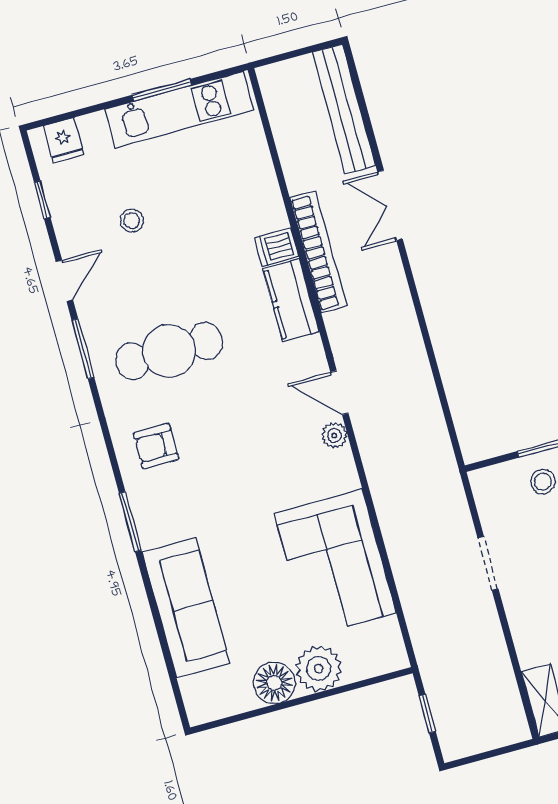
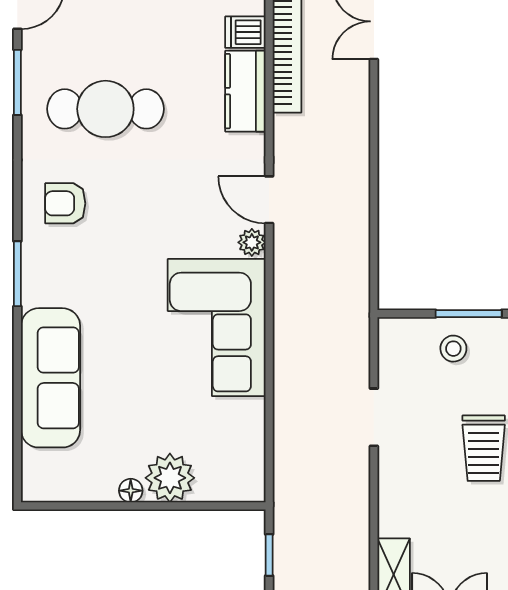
corner sofa: (335, 563) -> (217, 327), moved
floor lamp: (274, 683) -> (131, 491), width x0.53, depth x0.53

